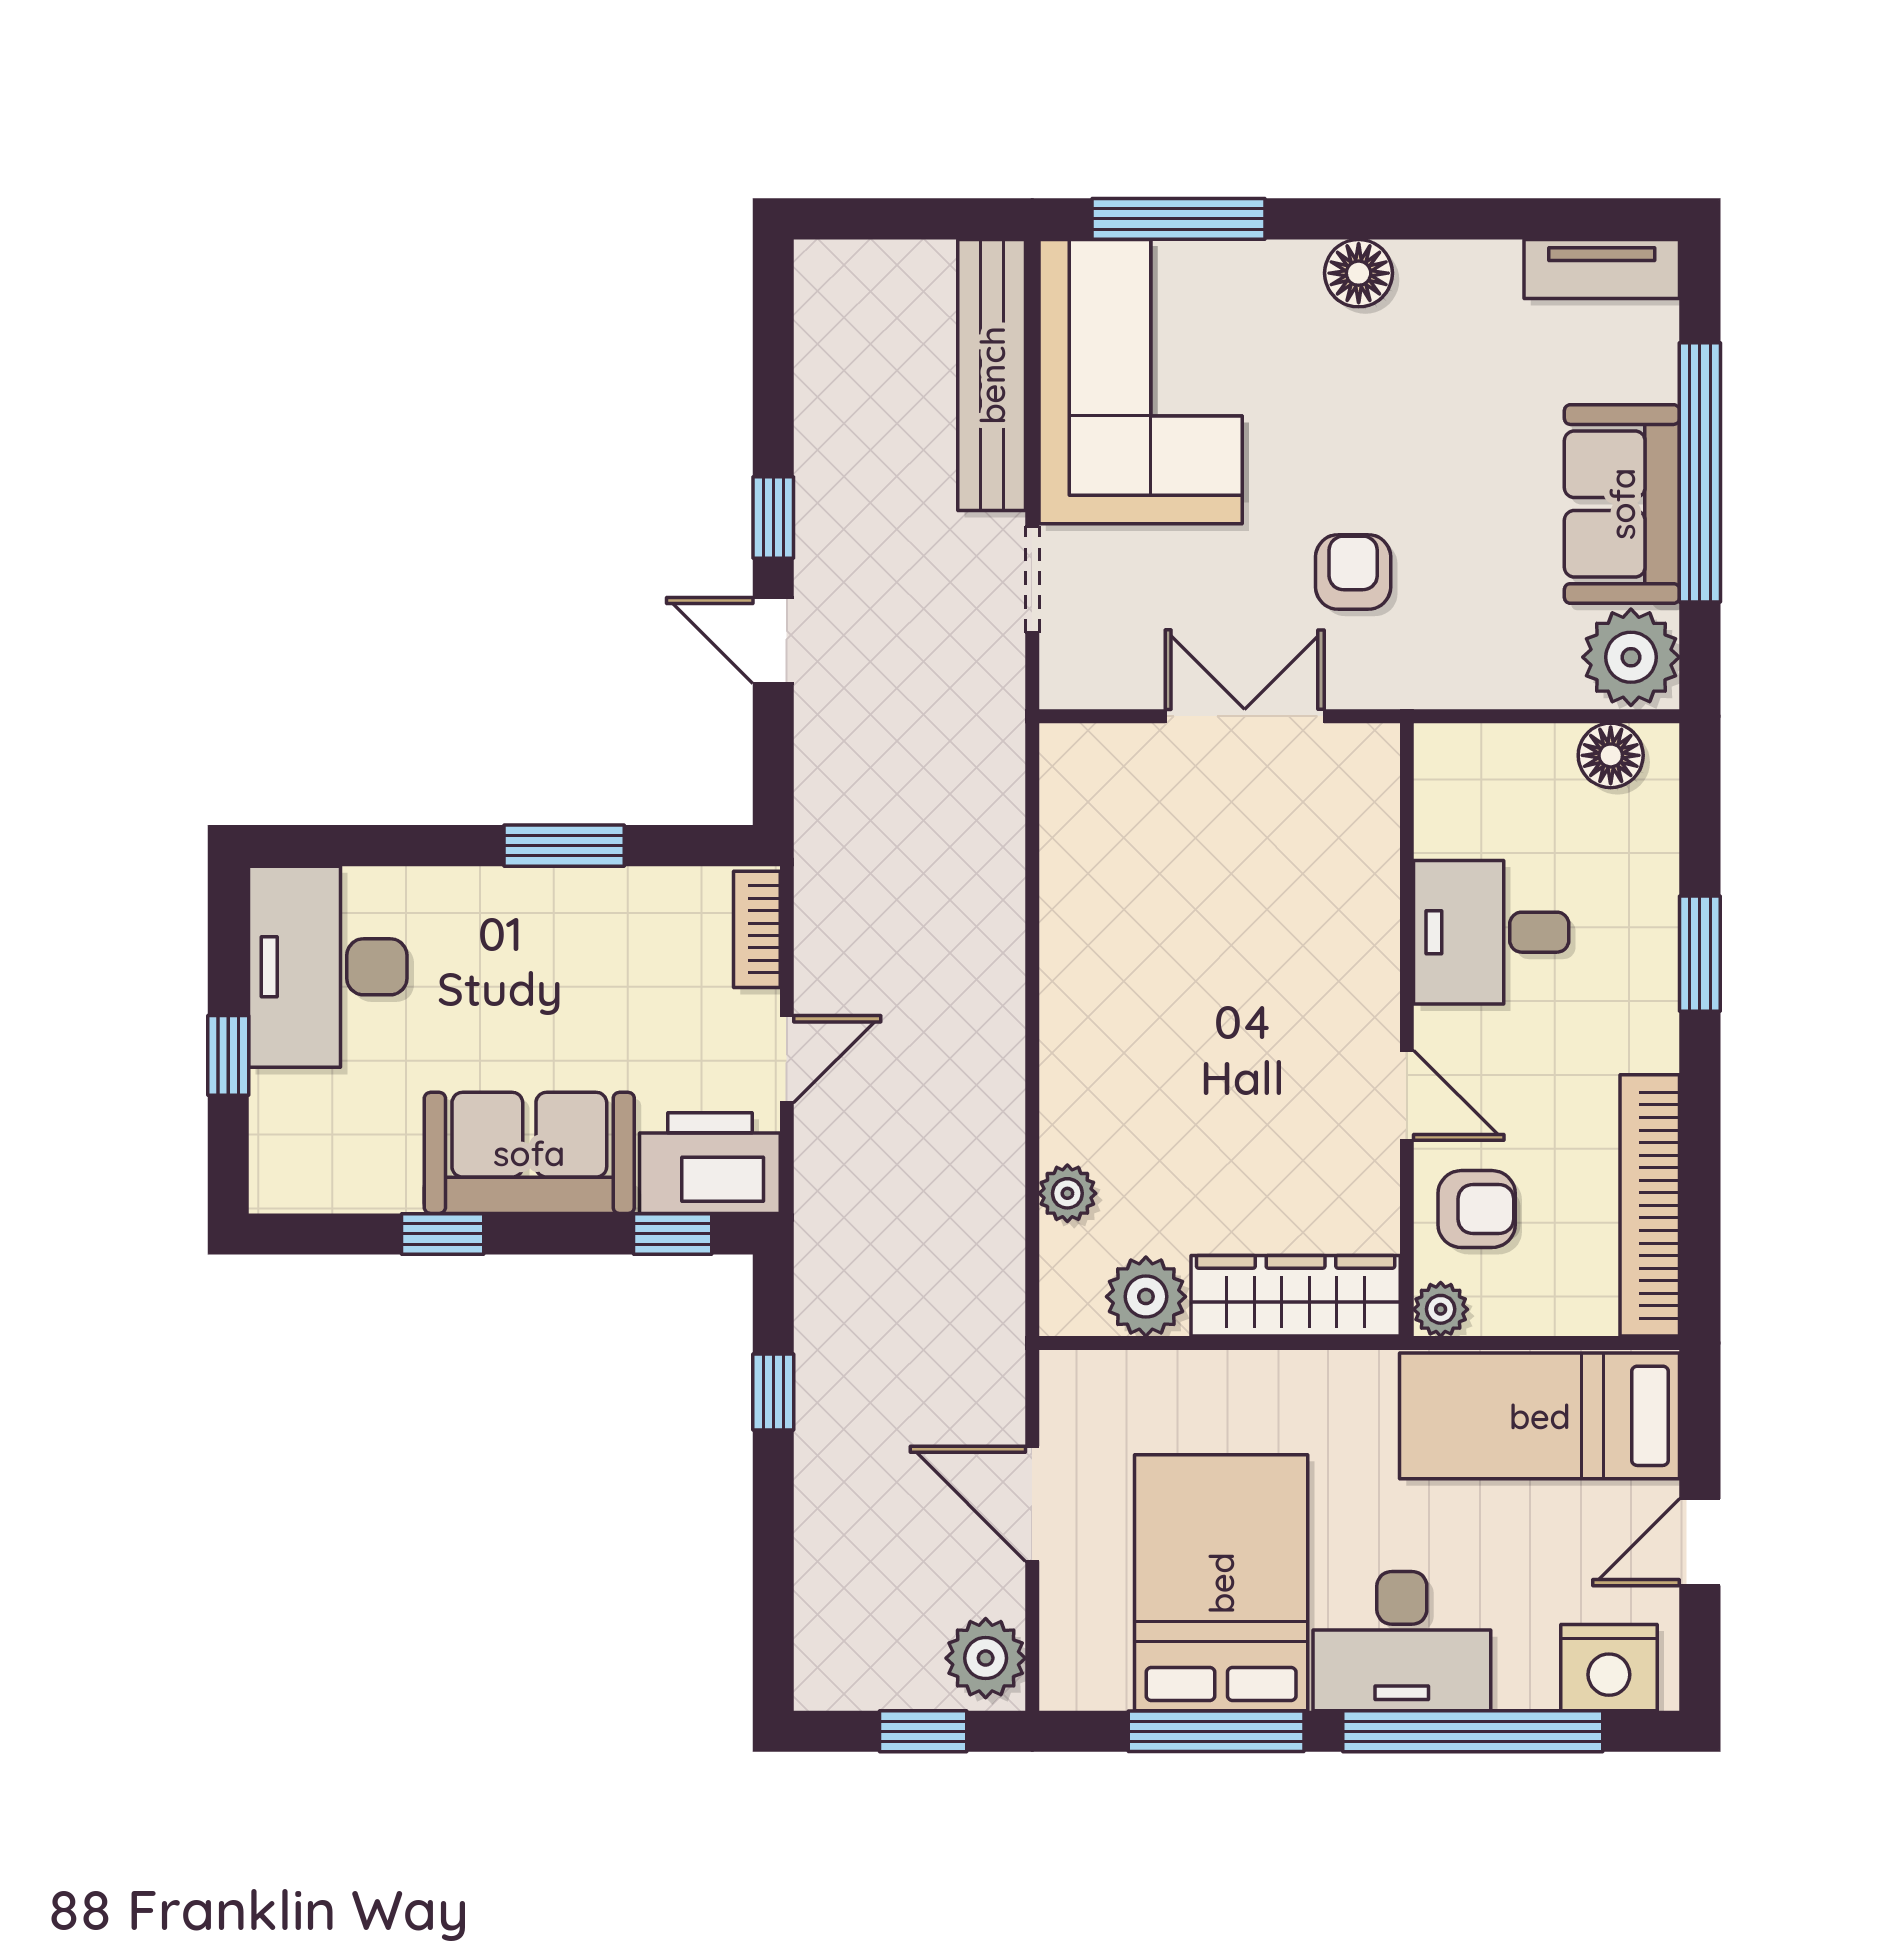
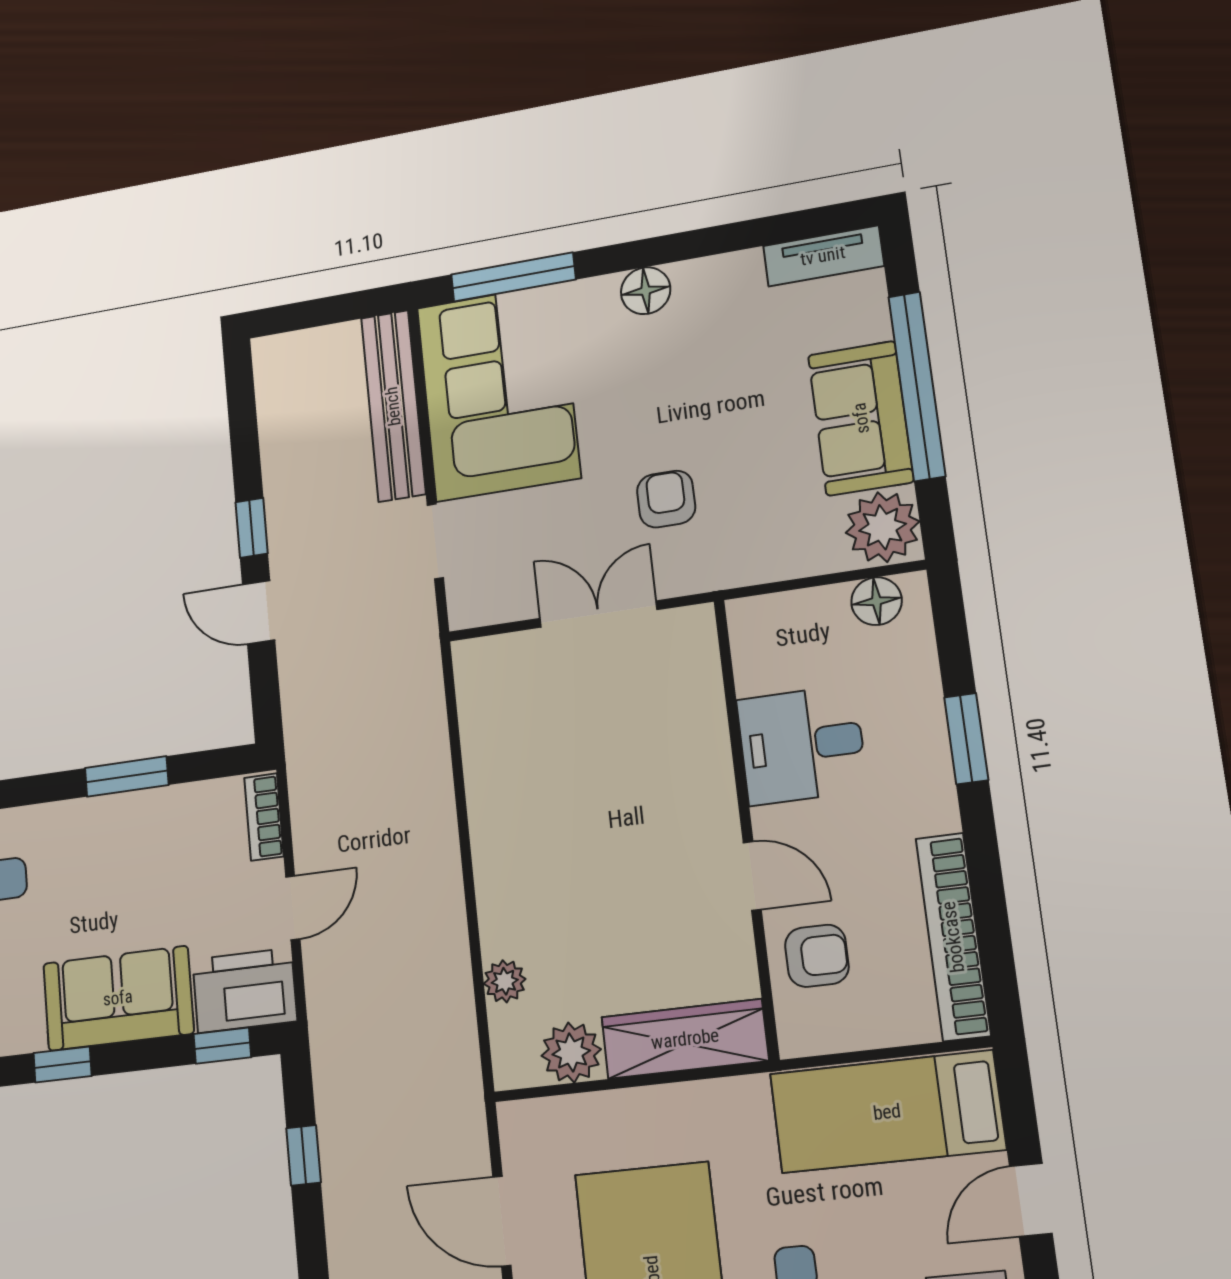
plant: (1441, 1309) -> (798, 1037), removed

